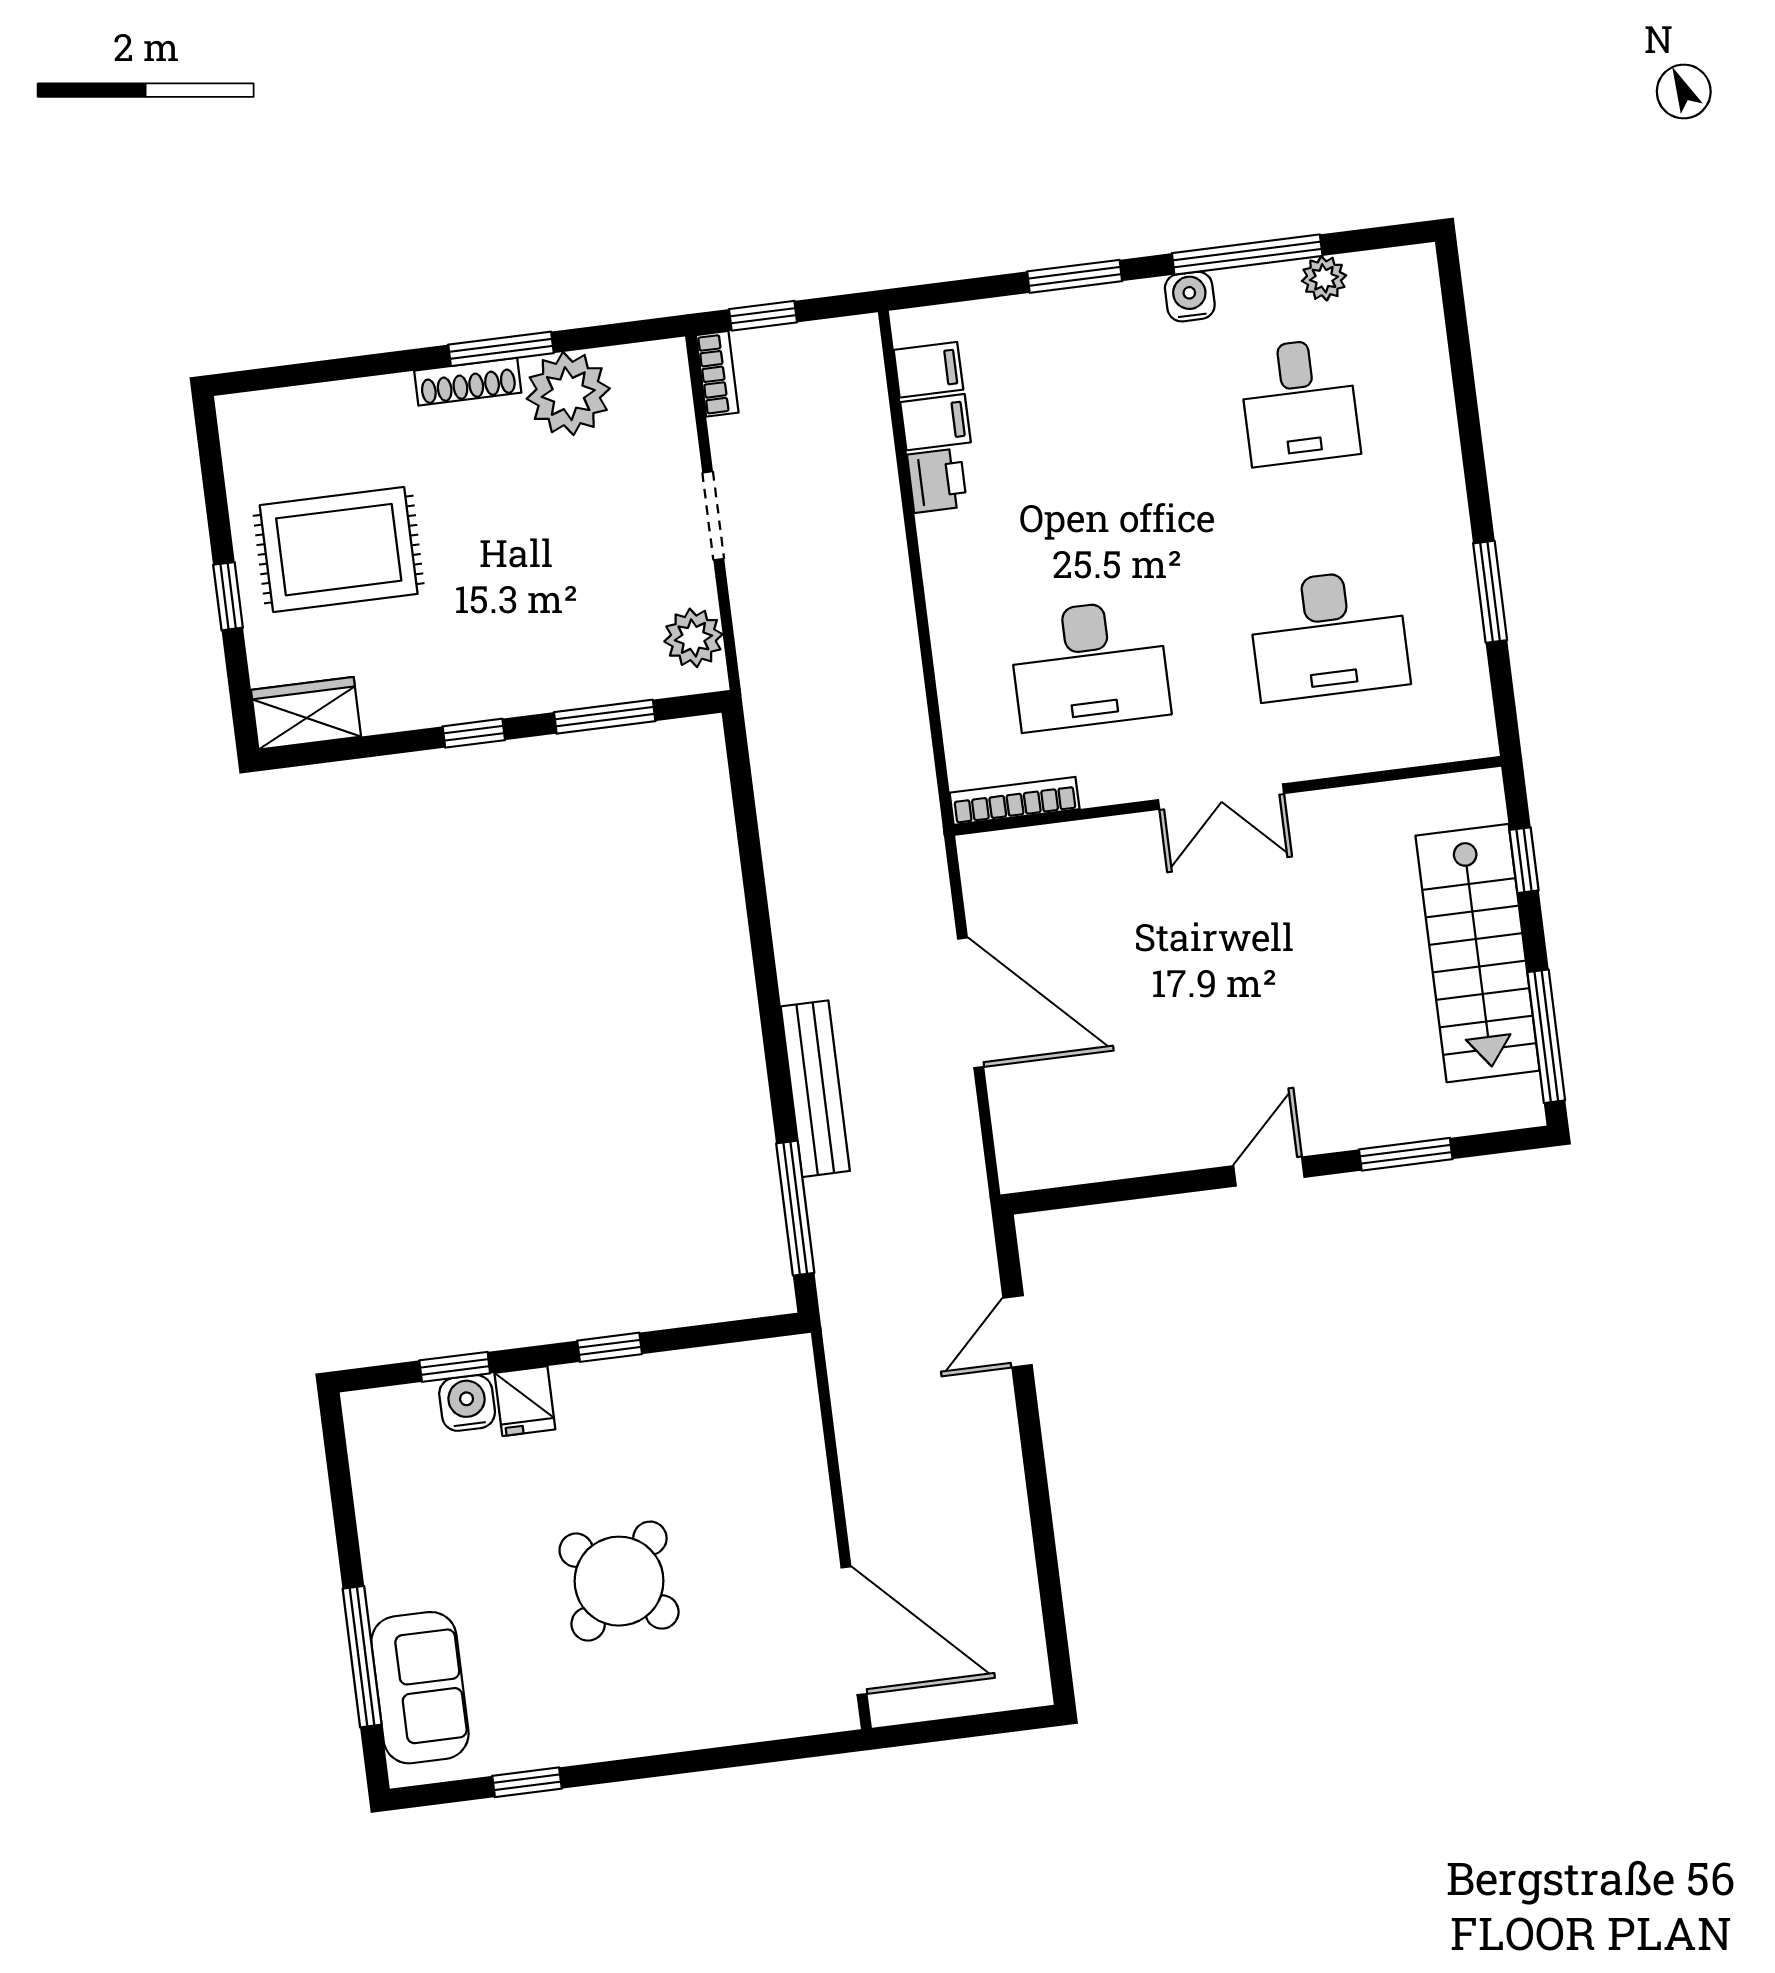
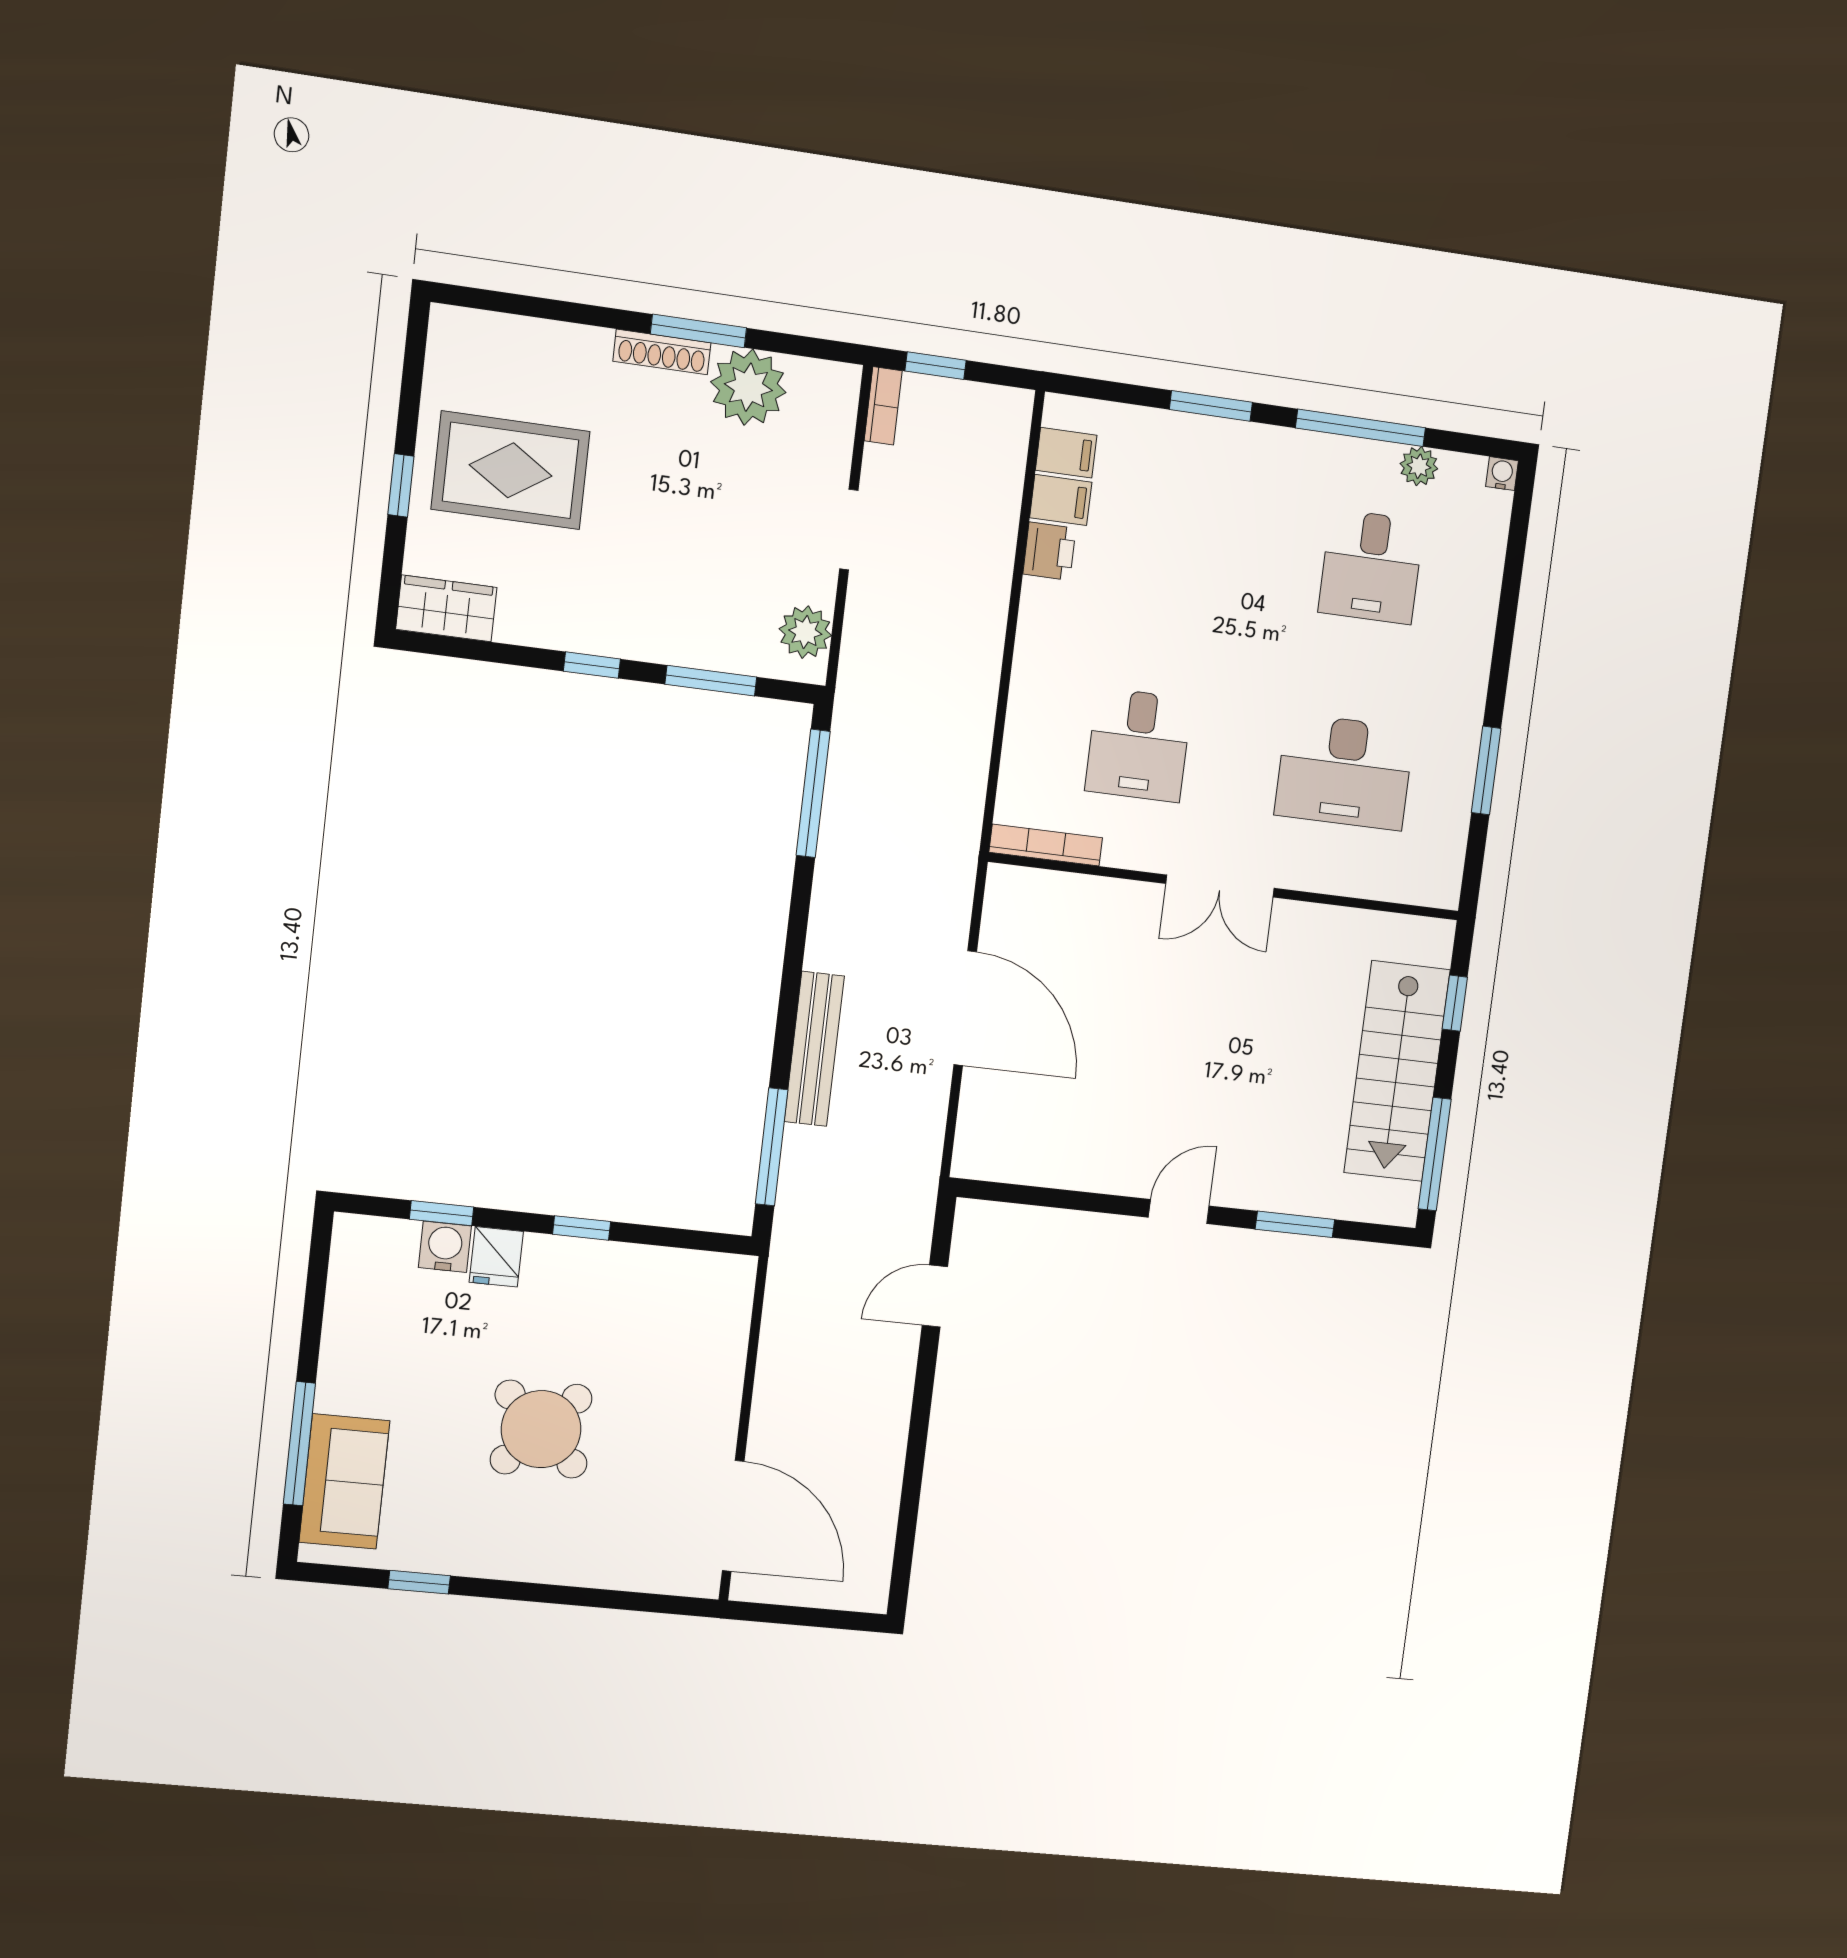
water cooler: (1190, 297) -> (1502, 474), moved, width x0.72, depth x0.72
desk: (1089, 665) -> (1138, 745), width x0.73
window: (745, 810) -> (813, 793), added

